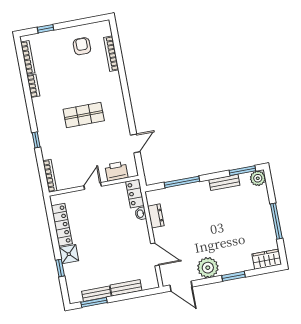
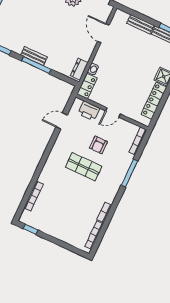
window: (46, 29) -> (31, 229), moved
armchair: (82, 46) -> (98, 145), moved
window: (36, 140) -> (129, 173), width x2.17
window: (182, 182) -> (36, 65), moved
bench: (224, 182) -> (34, 56), moved
dresser: (156, 216) -> (79, 69), moved

